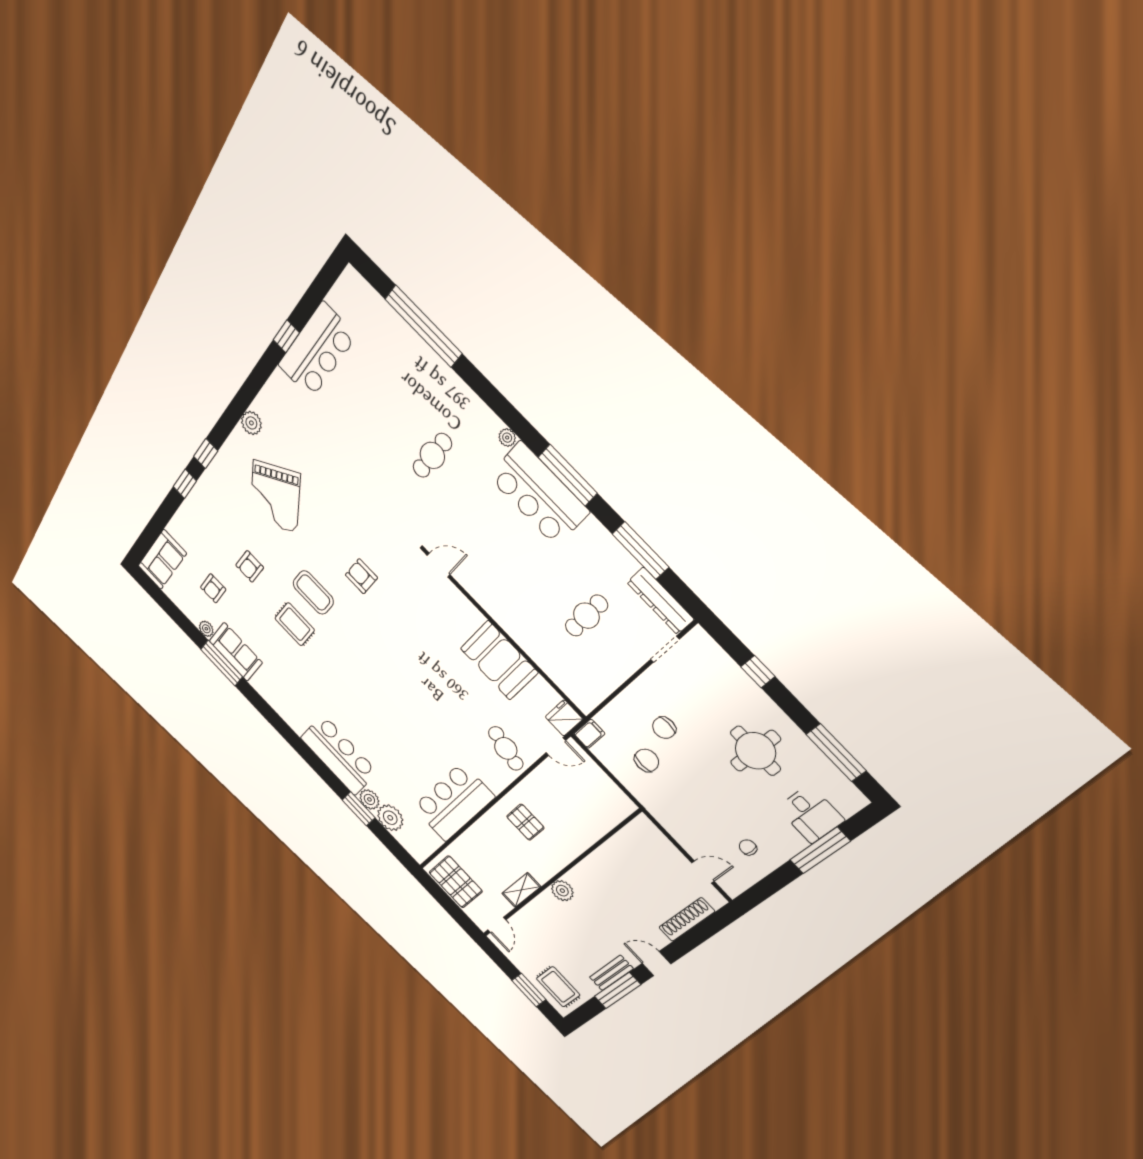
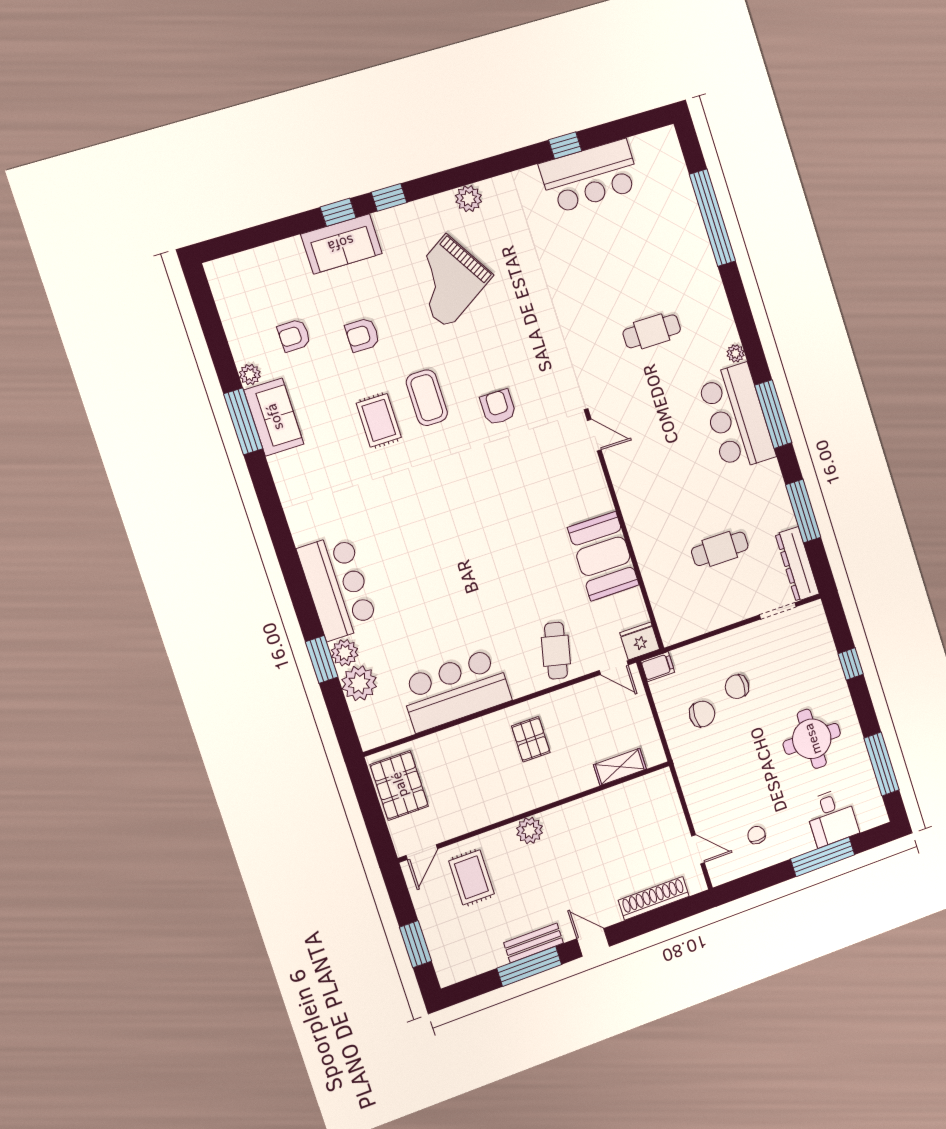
sofa: (162, 560) -> (341, 244), moved
shelving: (521, 890) -> (620, 767), moved
rug: (558, 987) -> (471, 877), moved

